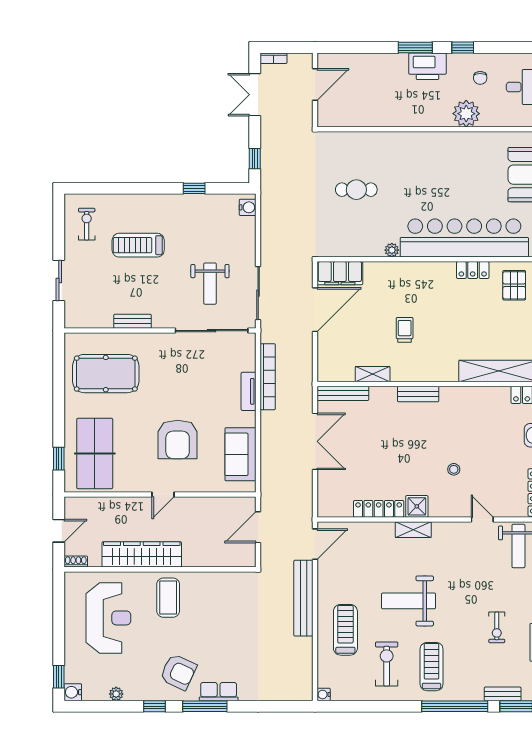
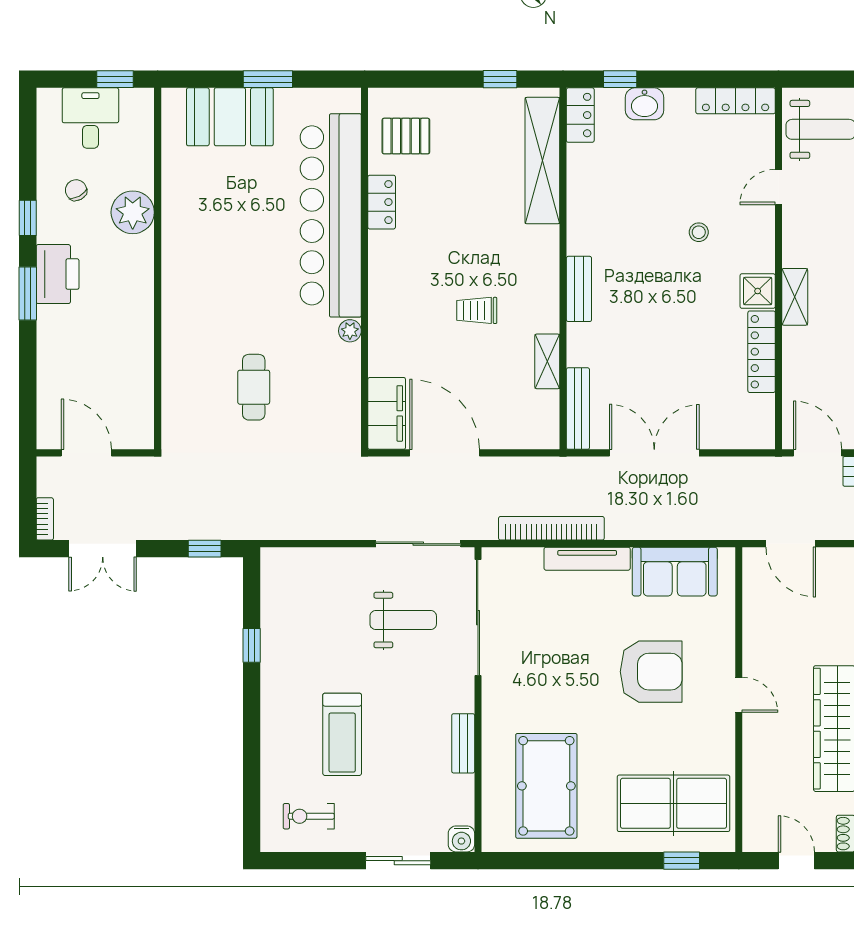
chair: (480, 78) -> (76, 190), turned -119
water cooler: (248, 207) -> (461, 839), moved, turned 180
tv unit: (249, 391) -> (587, 559), width x1.41

